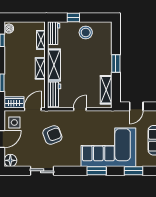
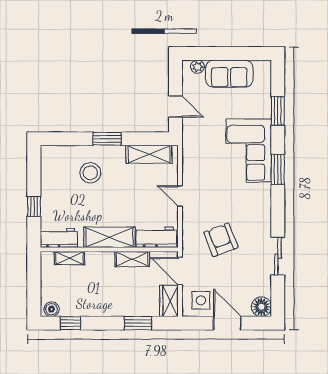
stool: (86, 32) -> (90, 173), moved
shelving: (40, 68) -> (132, 259), moved
corner sofa: (108, 147) -> (249, 151), width x0.73, depth x0.74

